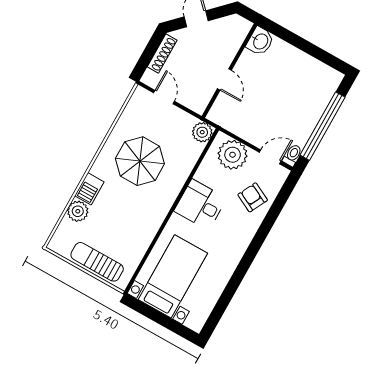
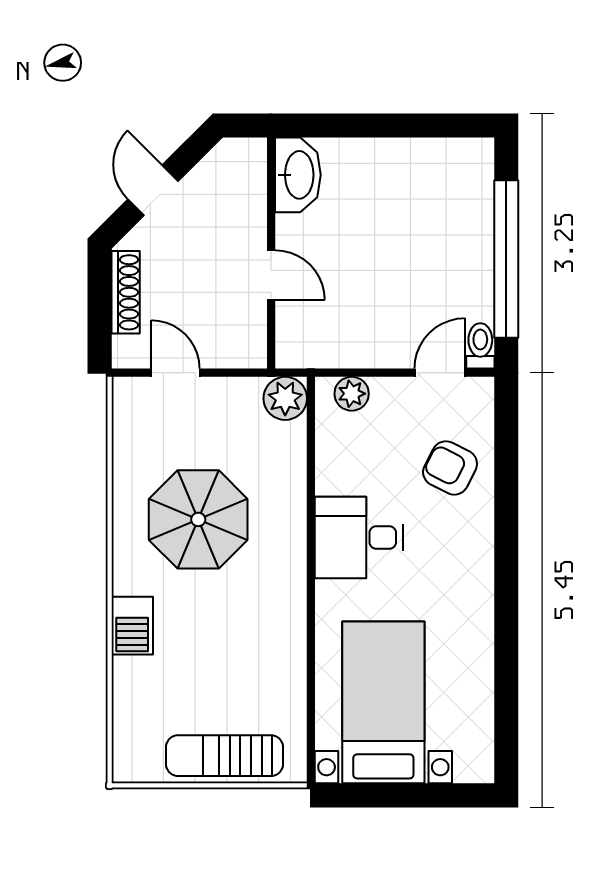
washbasin: (260, 41) -> (298, 175), width x1.38
plant: (233, 155) -> (352, 394), width x0.53, depth x0.53
plant: (78, 211) -> (134, 680), removed

